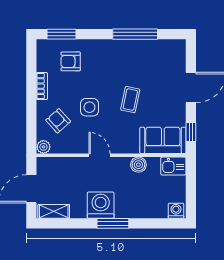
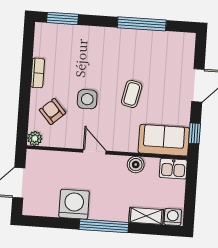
armchair: (71, 61) -> (70, 49), removed
washing machine: (101, 205) -> (74, 204), moved
shelving: (54, 211) -> (146, 216), moved
window: (113, 223) -> (104, 226), width x1.44

